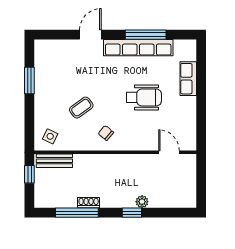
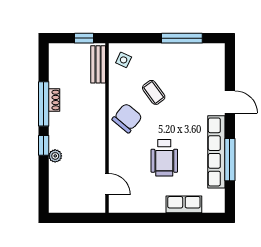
window: (29, 81) -> (182, 38), width x1.44
chair: (106, 133) -> (127, 118), width x1.87, depth x1.87
door: (169, 152) -> (107, 184), hinge flipped
window: (77, 213) -> (44, 104), moved

